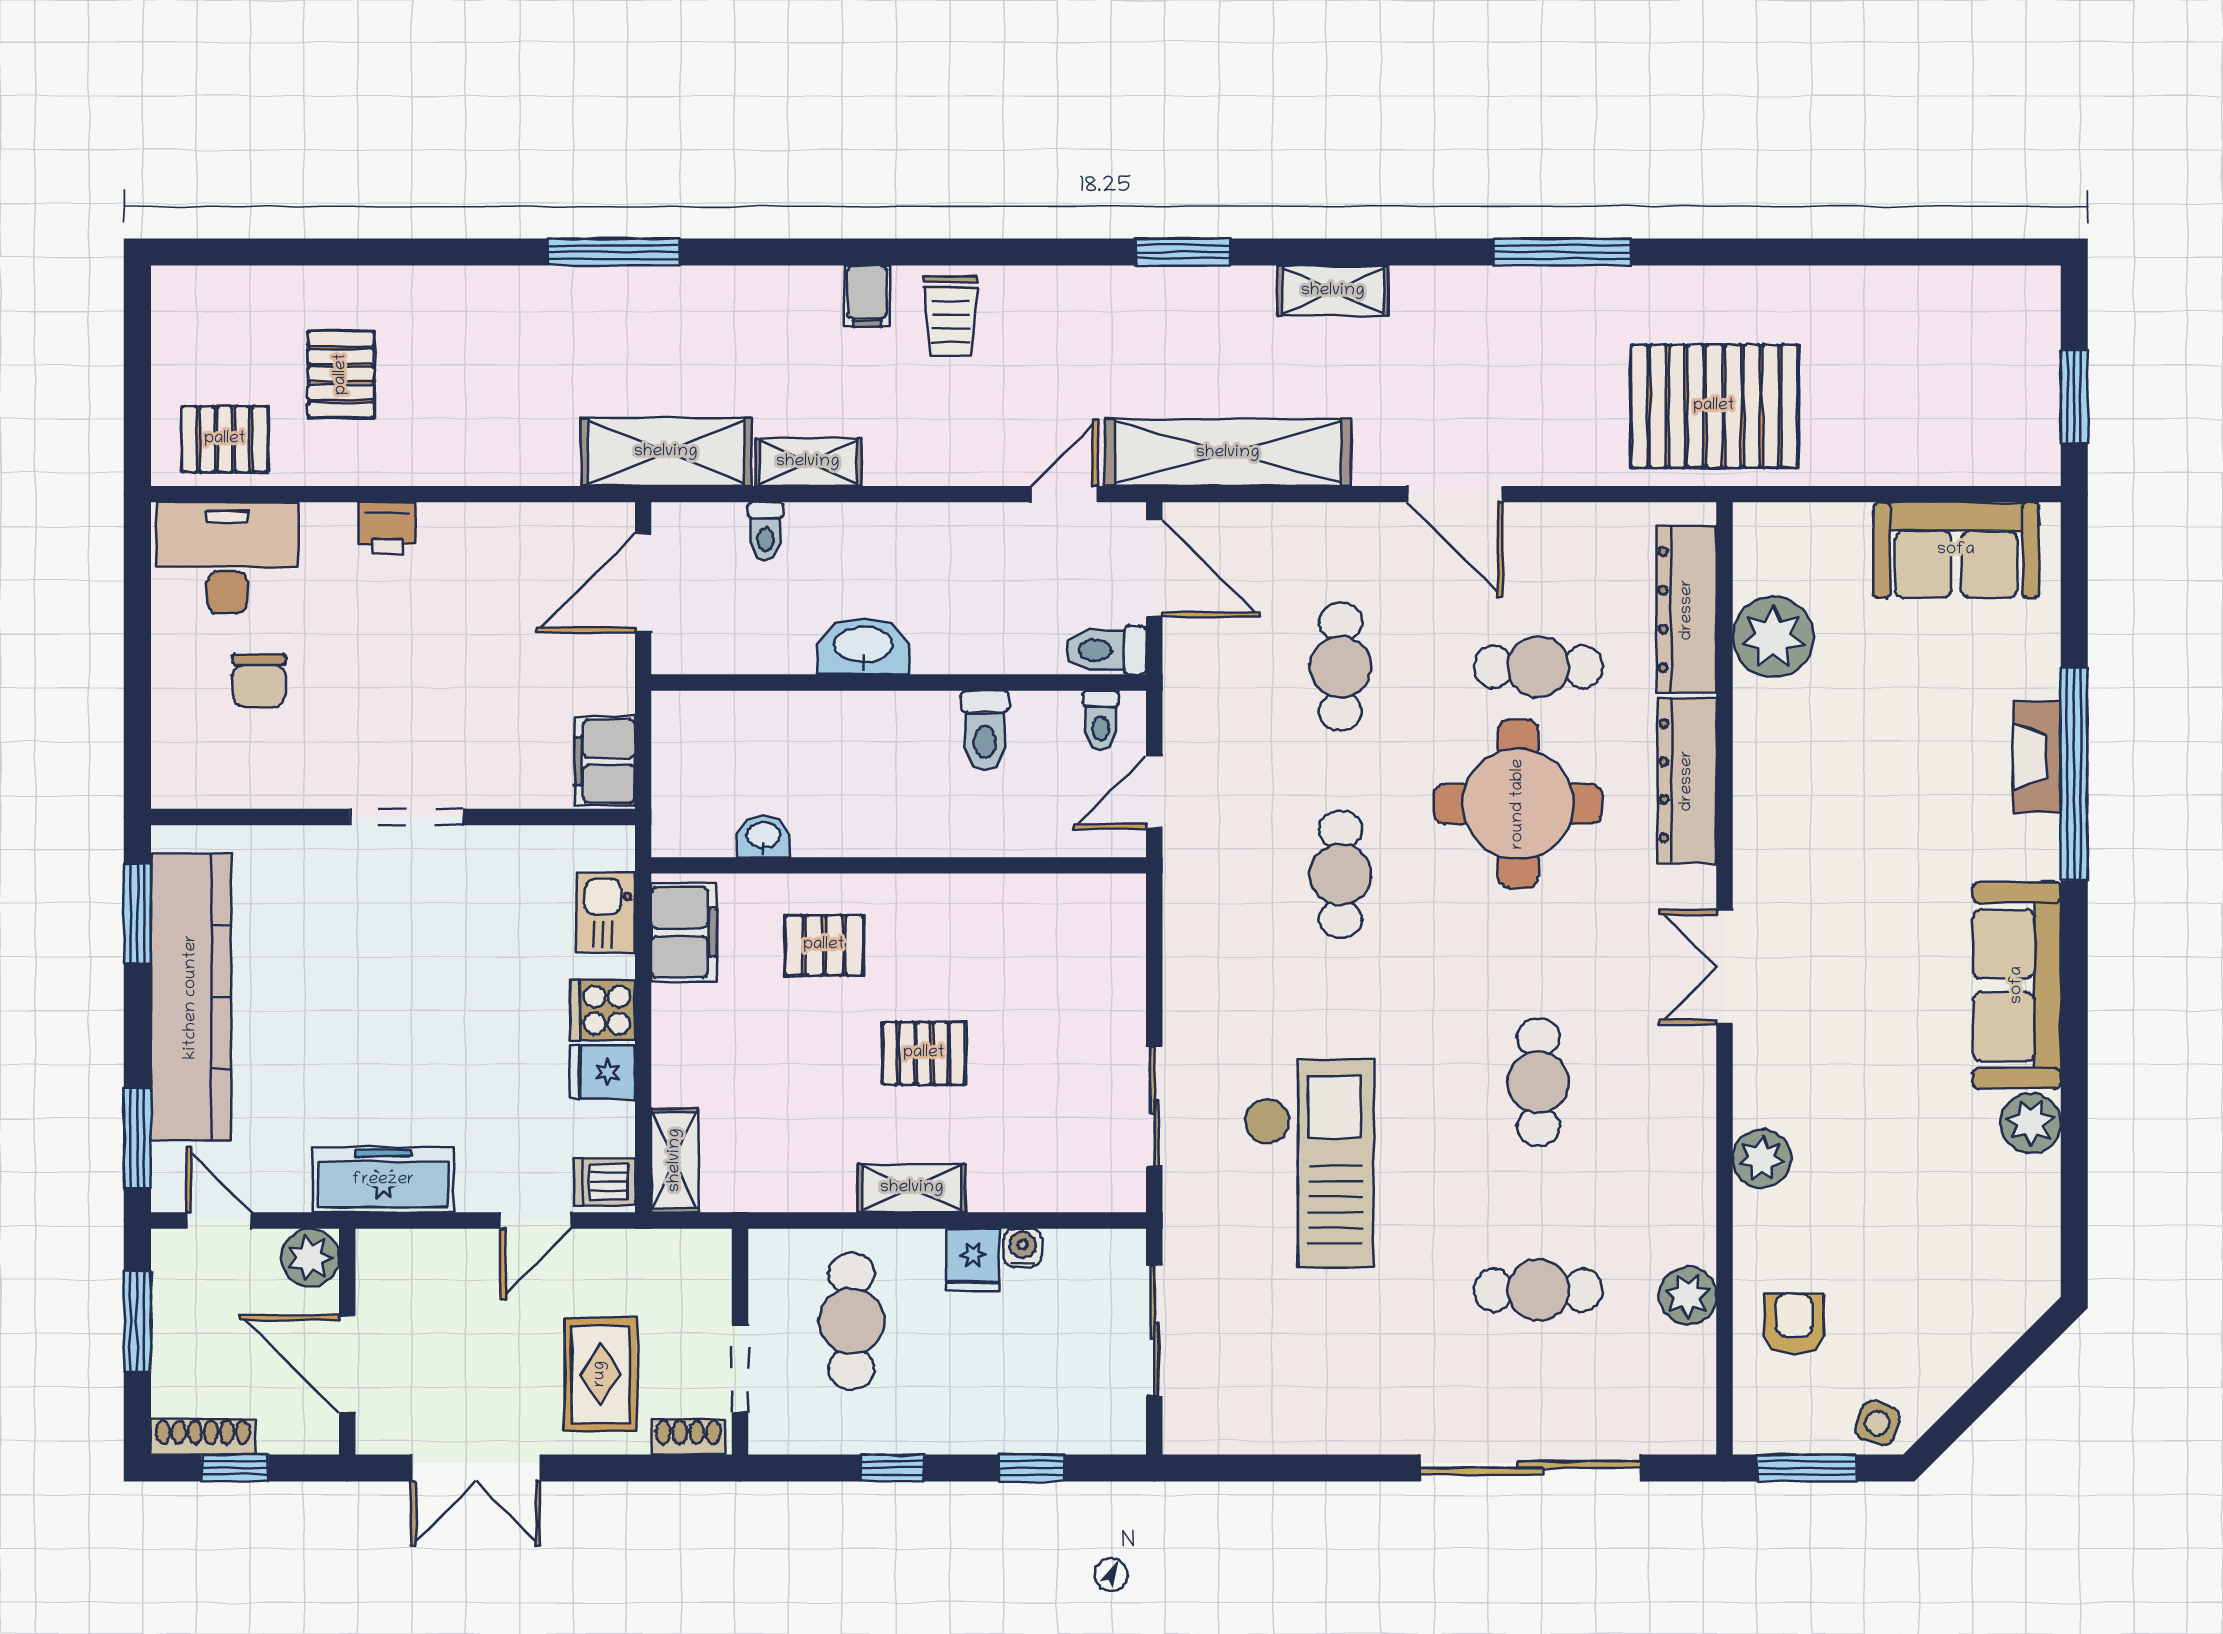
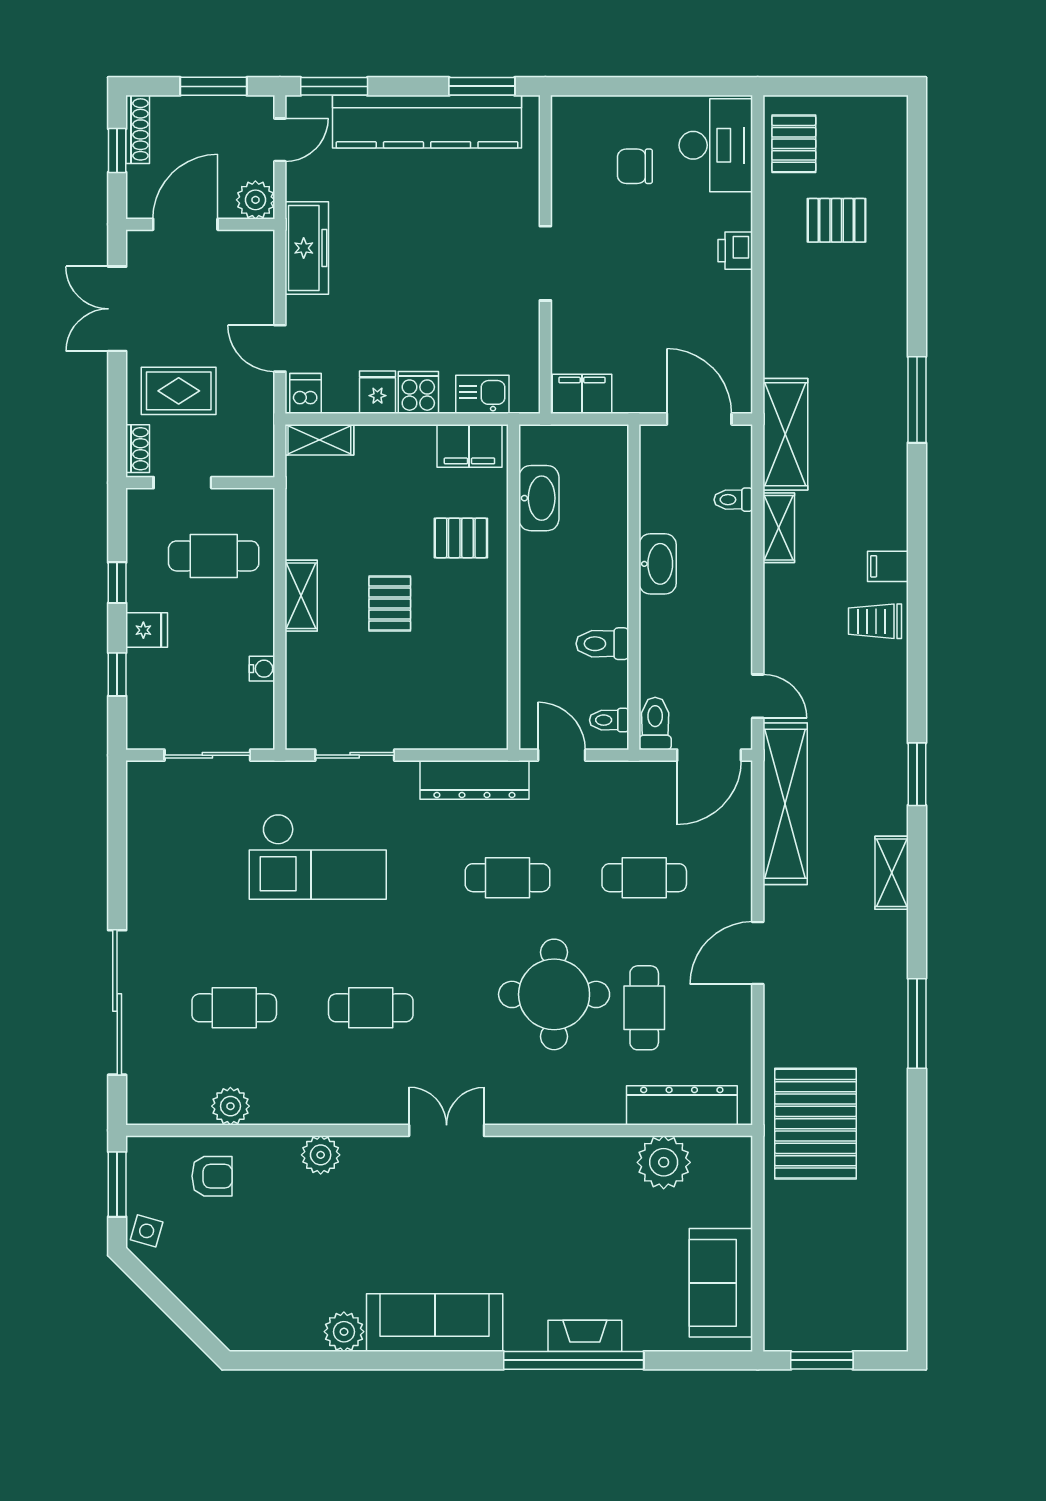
dresser: (1687, 781) -> (474, 780), moved, turned 180
washbasin: (763, 836) -> (539, 498), width x1.91, depth x1.45
pallet: (824, 945) -> (461, 538), turned 90
fridge: (973, 1260) -> (147, 630), moved, turned 180
cafe table: (1538, 1290) -> (234, 1008), turned 90

